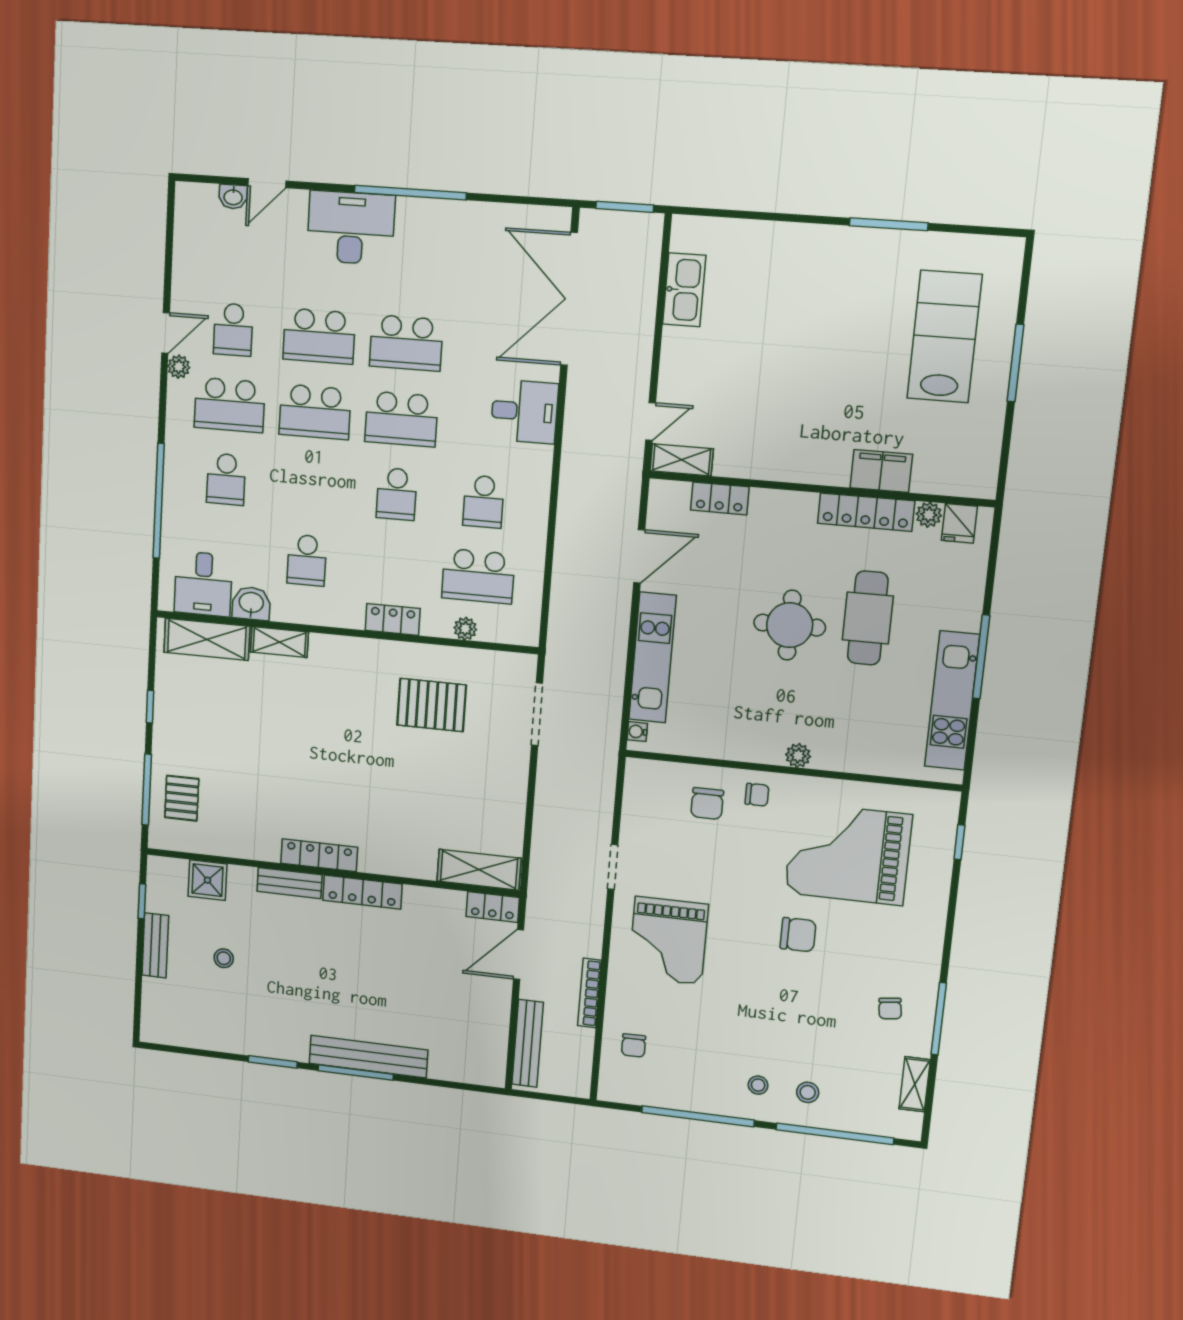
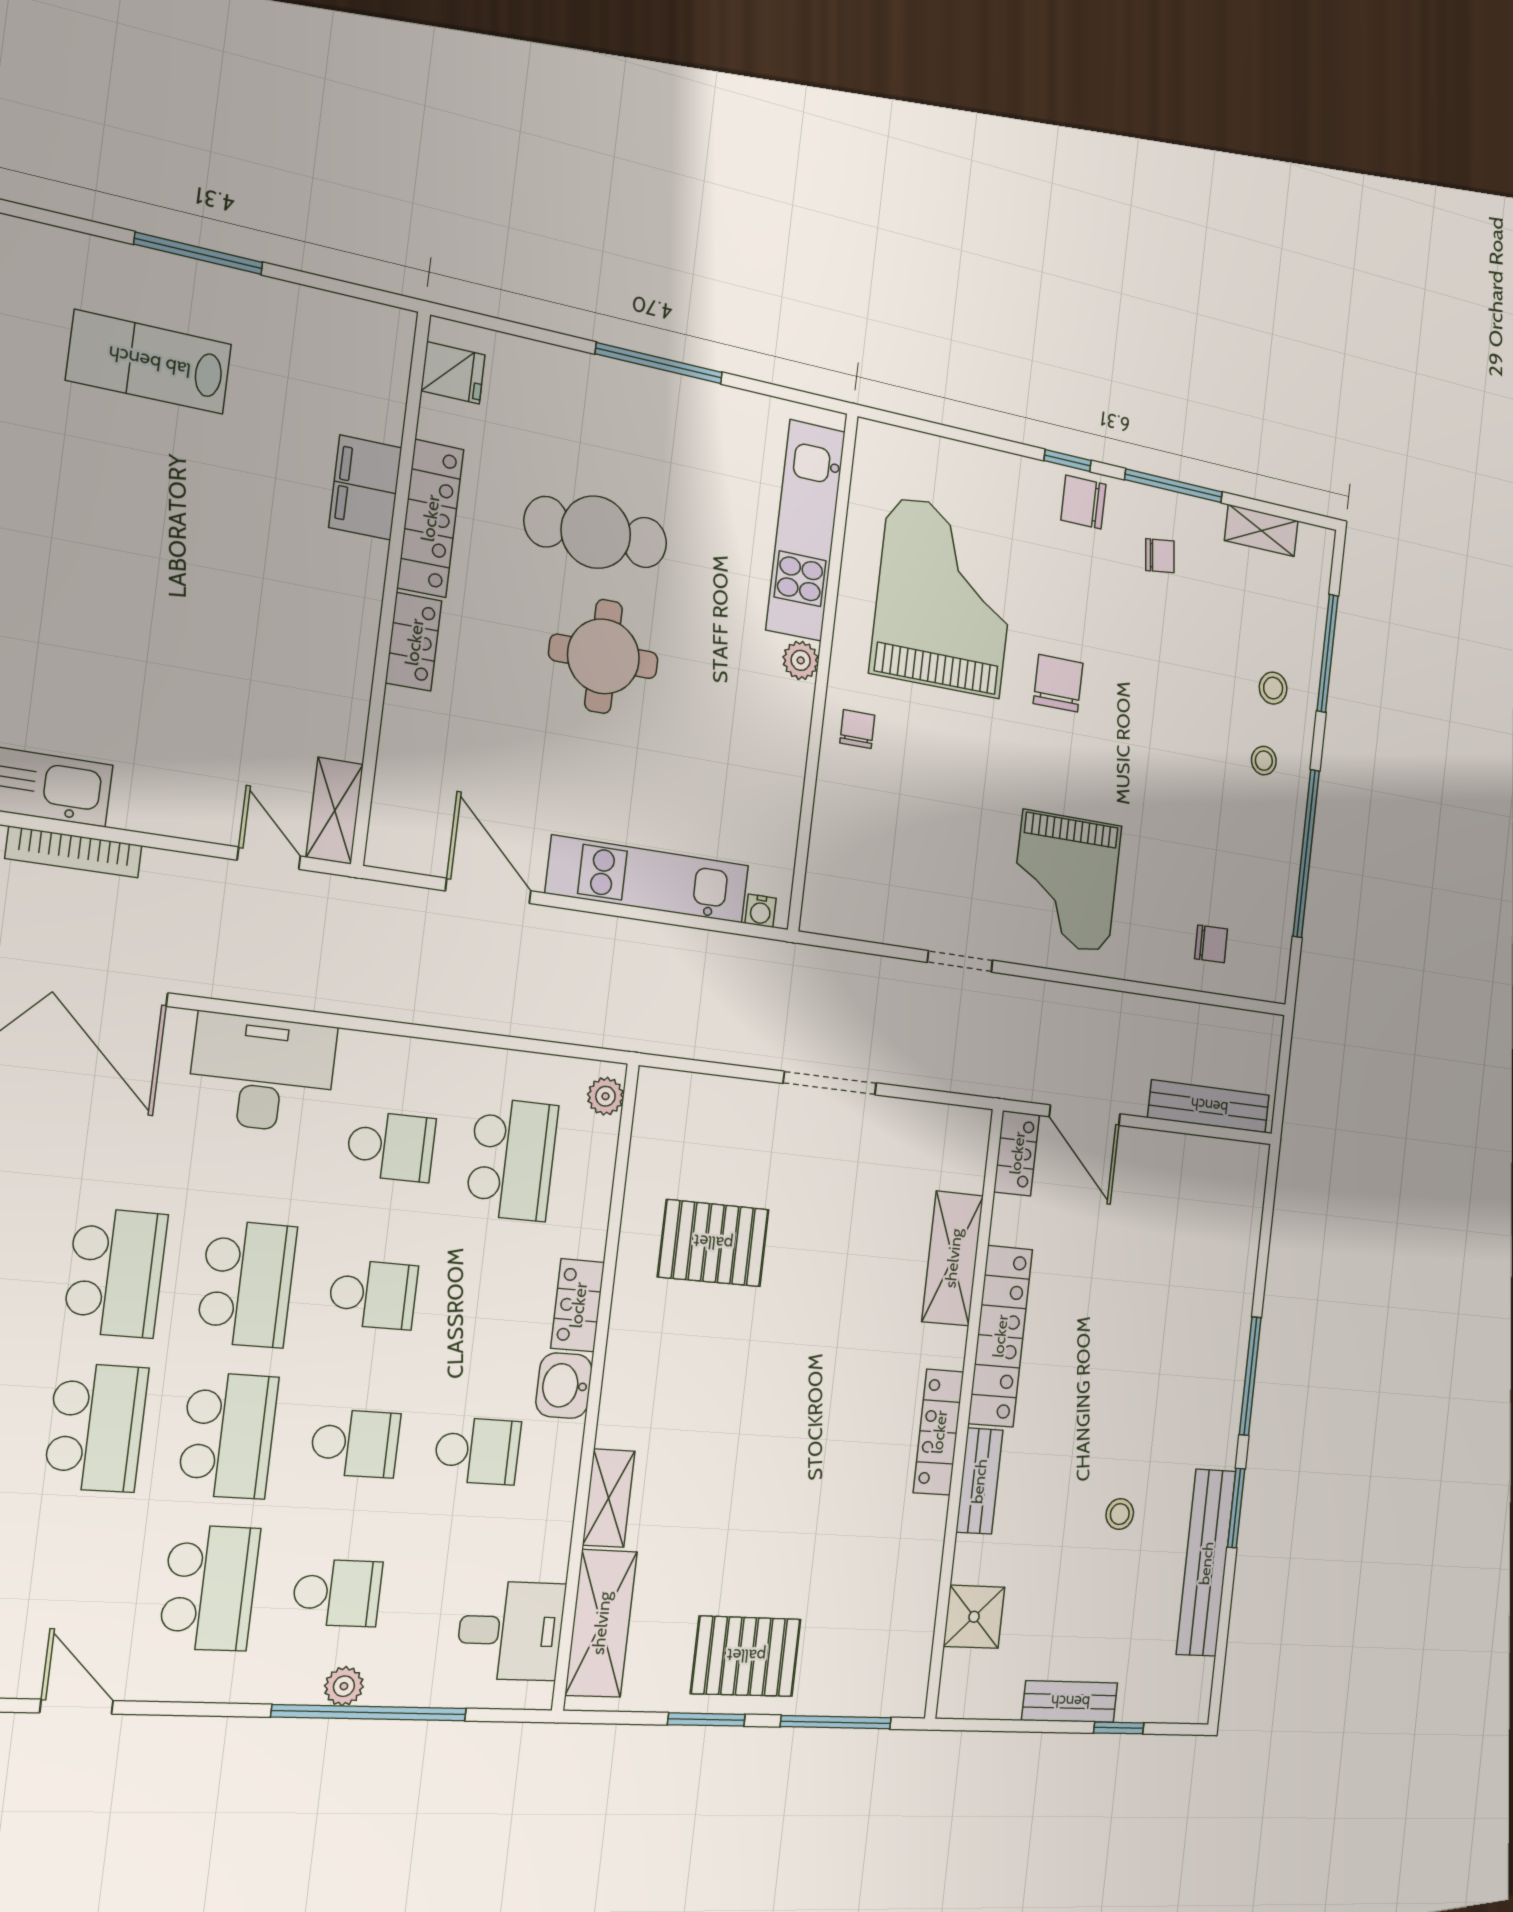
school desk: (233, 330) -> (355, 1443), moved
lab bench: (944, 337) -> (149, 362), width x0.73, depth x0.72
plant: (179, 367) -> (344, 1686), moved
desk: (524, 411) -> (262, 1073), width x1.37
locker: (720, 499) -> (414, 642), moved
plant: (929, 515) -> (438, 419), removed
washbasin: (251, 603) -> (564, 1386), moved
plant: (465, 629) -> (605, 1096), moved
kitchen unit: (952, 701) -> (806, 530), moved, turned 90
pallet: (432, 705) -> (713, 1243), turned 90
window: (150, 707) -> (706, 1720), width x1.50
doorway: (537, 714) -> (830, 1083), moved
pallet: (182, 798) -> (746, 1656), moved, width x1.50, depth x1.42
chair: (707, 803) -> (1083, 502), moved, turned 180
window: (959, 842) -> (1068, 461), moved
grand piano: (848, 854) -> (945, 597), turned 180
shelving: (479, 870) -> (953, 1258), moved
locker: (362, 892) -> (1000, 1336), width x1.41, depth x1.21
window: (142, 901) -> (1119, 1728), moved
grand piano: (668, 941) -> (1066, 882), turned 90
stool: (224, 958) -> (1120, 1514), moved
bookcase: (589, 993) -> (74, 852), moved
bench: (368, 1057) -> (1206, 1563), moved
window: (835, 1134) -> (1328, 653), width x0.68

